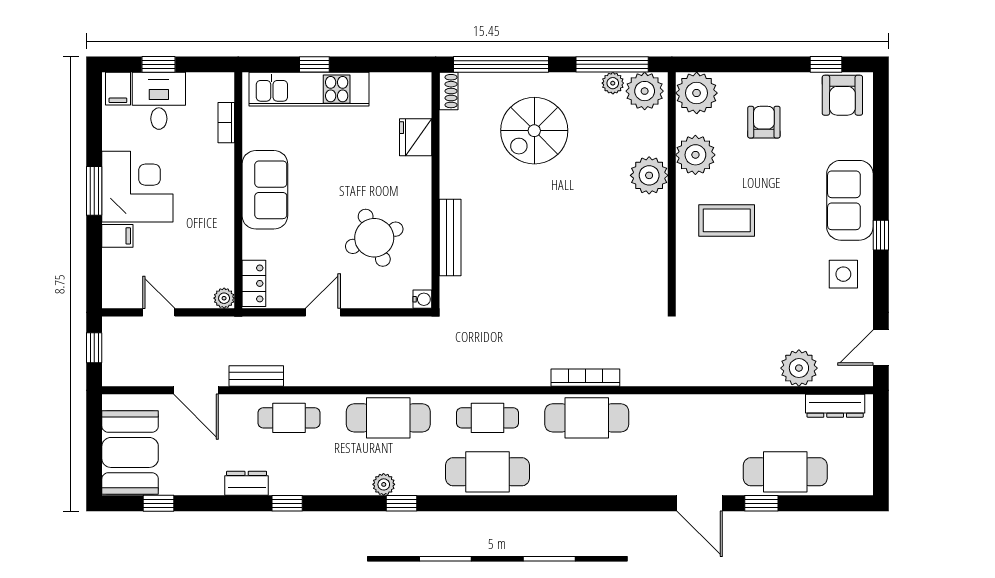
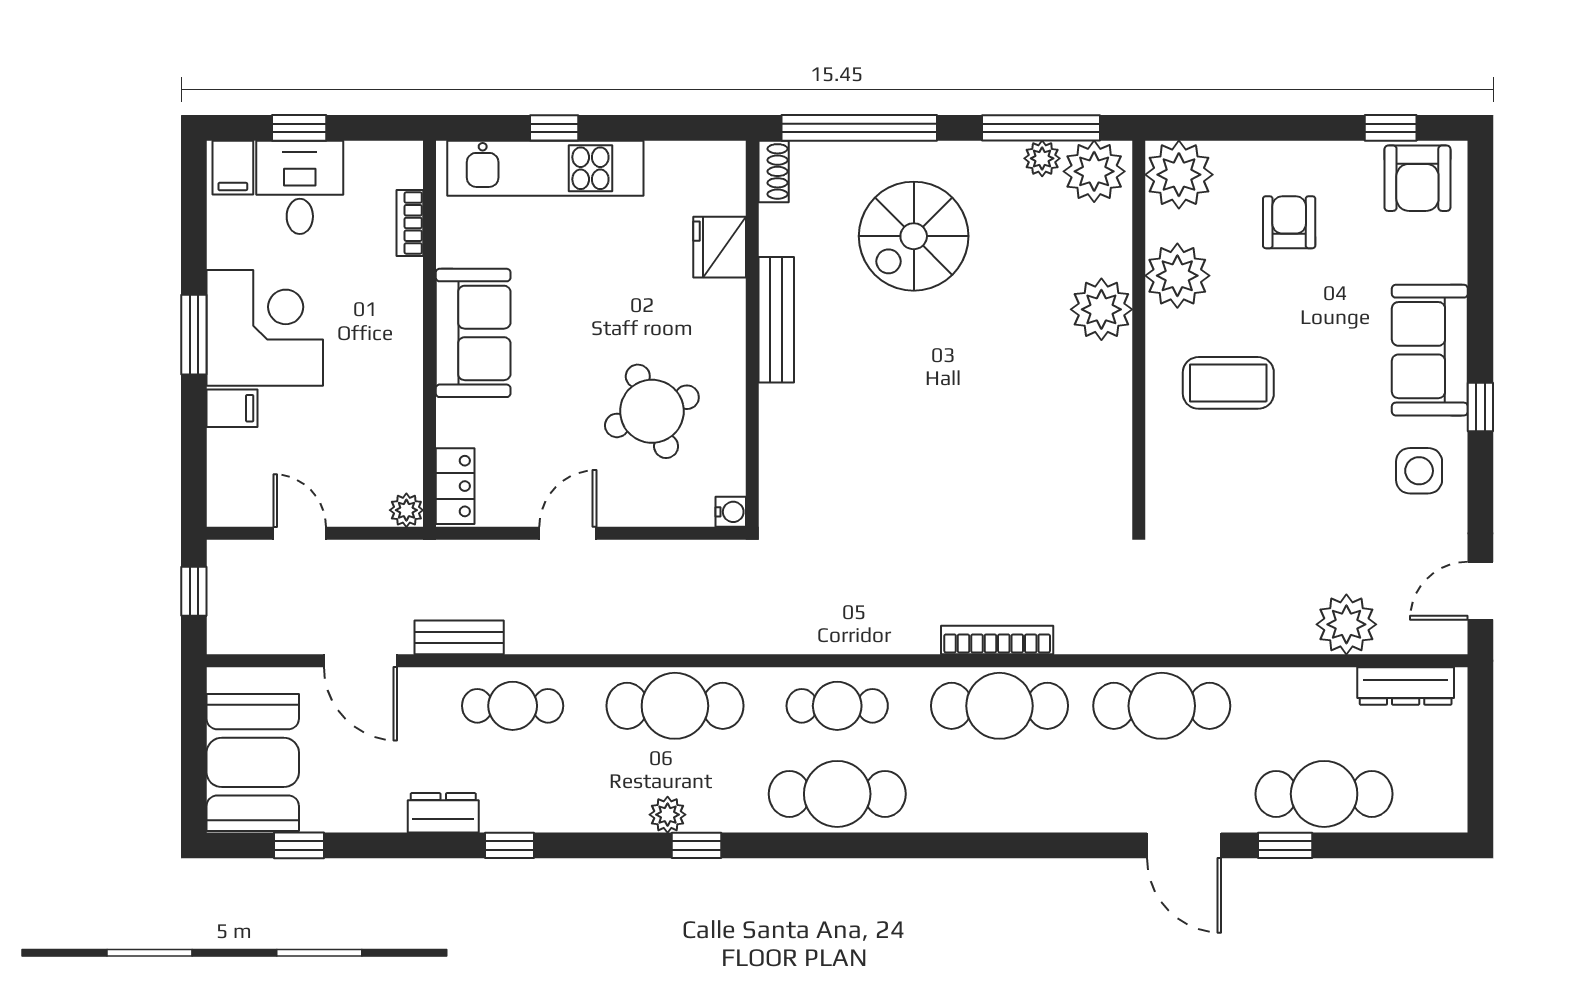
bench: (450, 237) -> (776, 320), moved
cafe table: (686, 418) -> (1162, 706), added

